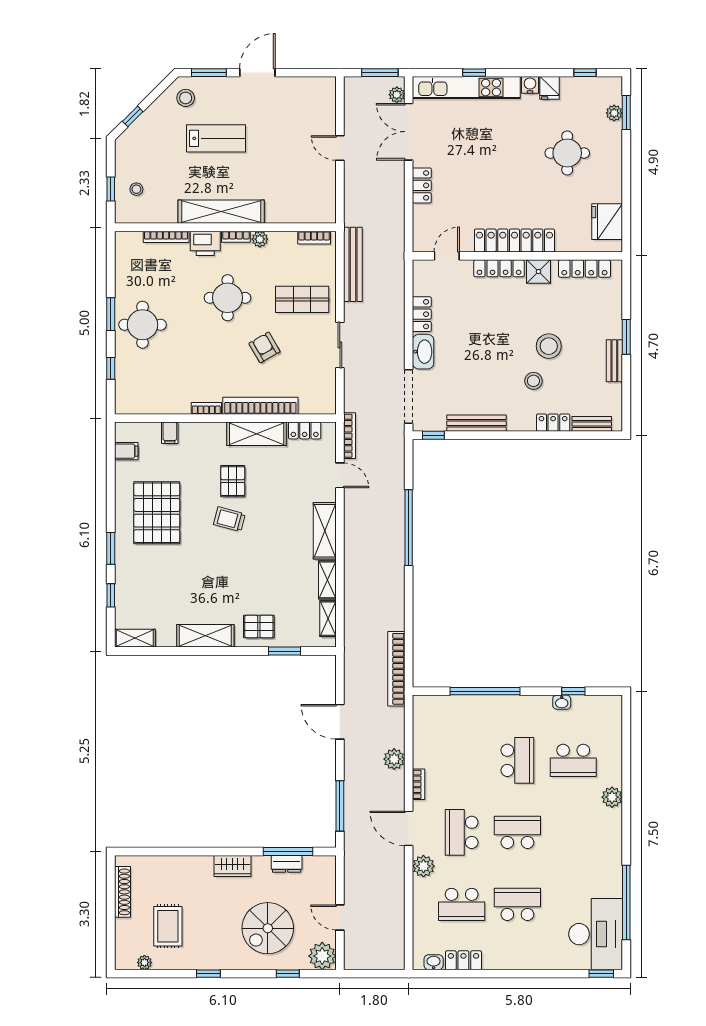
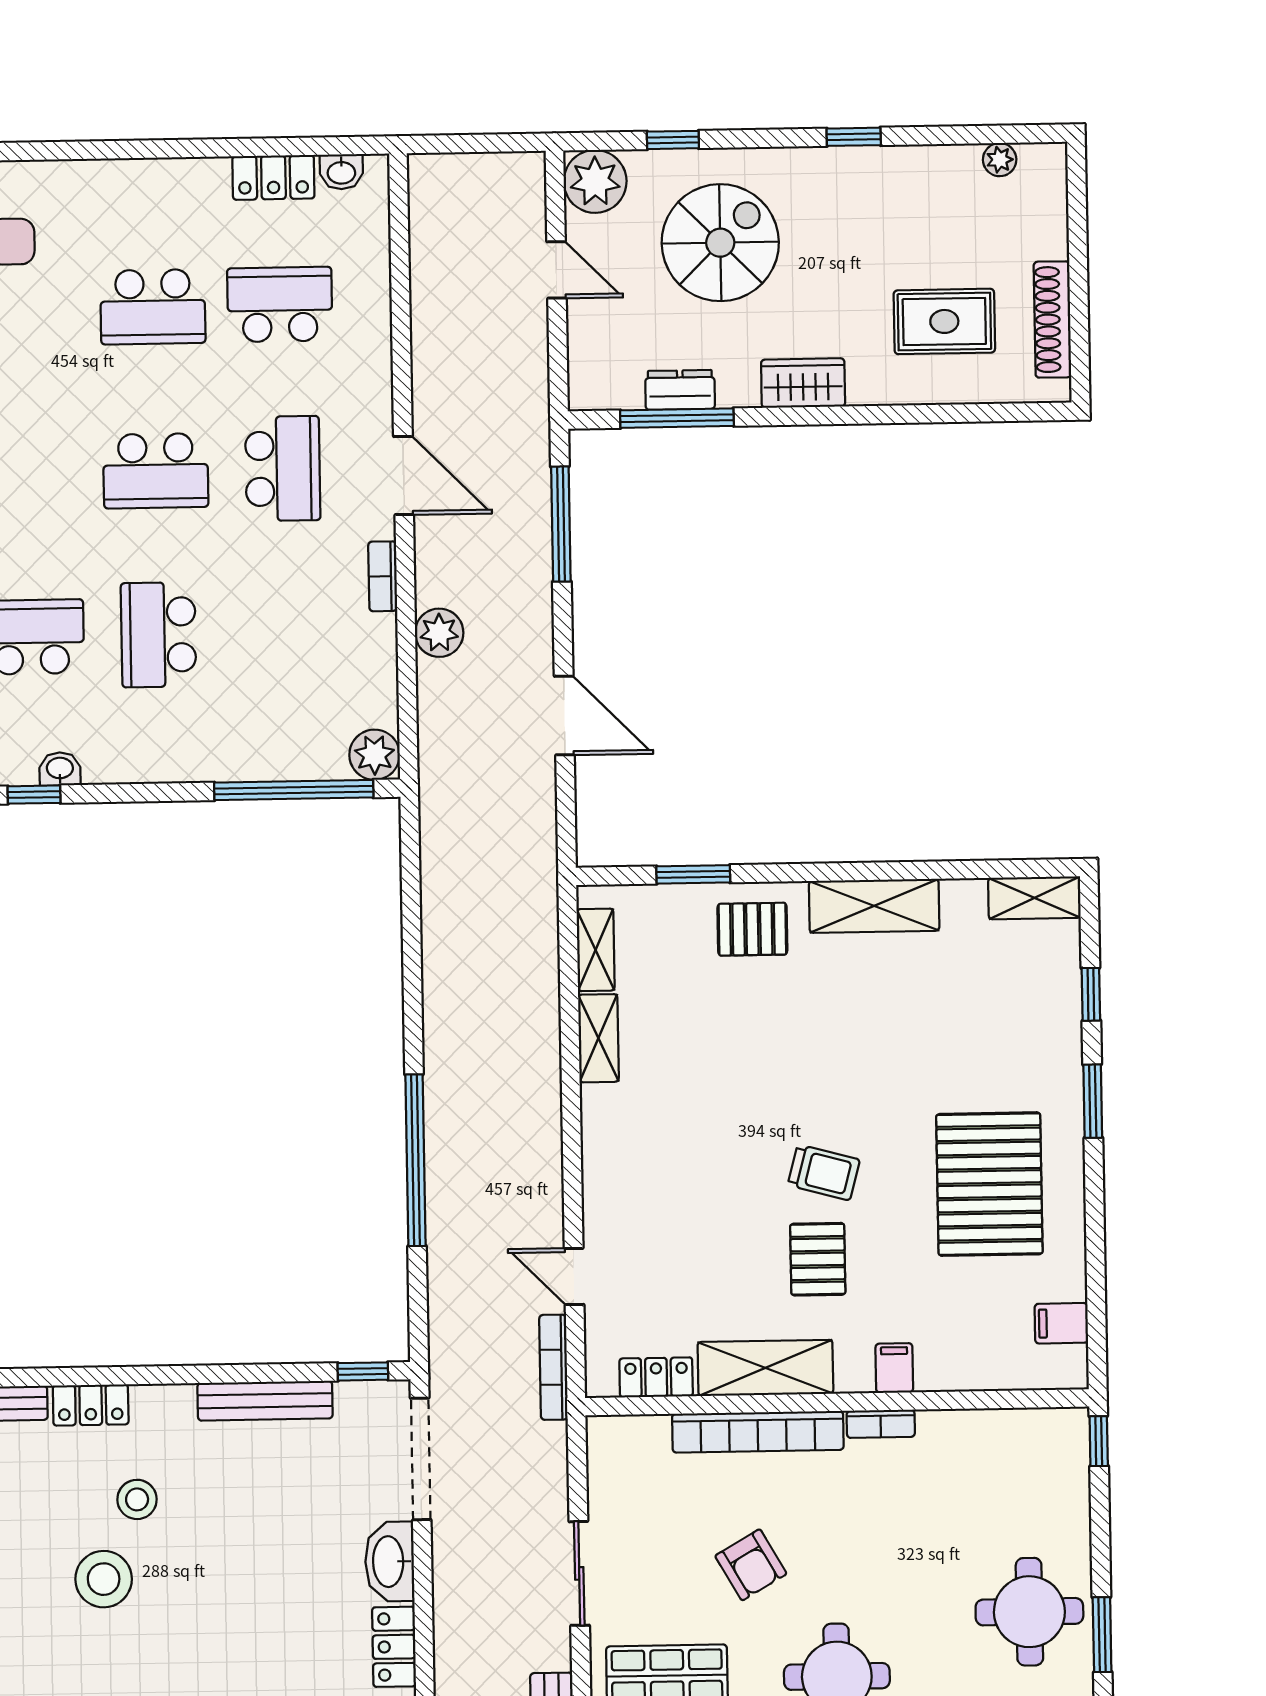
window: (111, 368) -> (1099, 1441), moved
filing cabinet: (170, 433) -> (894, 1368), moved
shelving: (325, 531) -> (606, 1150), removed
bookcase: (396, 669) -> (438, 838), removed
window: (485, 691) -> (294, 790), moved
plant: (423, 866) -> (375, 755), moved
rug: (168, 926) -> (944, 321), moved, turned 90

